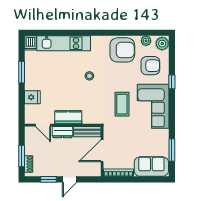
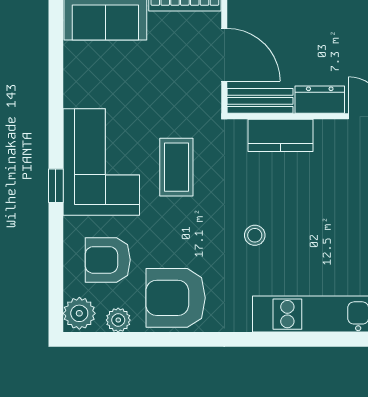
window: (172, 82) -> (56, 186), moved
kitchen counter: (68, 117) -> (280, 135), moved
window: (172, 150) -> (56, 56), removed
door: (102, 151) -> (224, 55), hinge flipped

